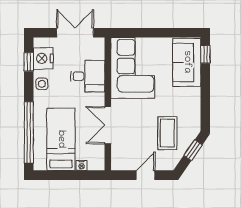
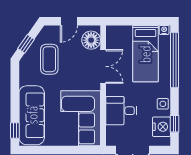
sofa: (187, 62) -> (32, 115), width x1.36
floor lamp: (121, 154) -> (91, 40), added
nightstand: (82, 165) -> (164, 30), moved

